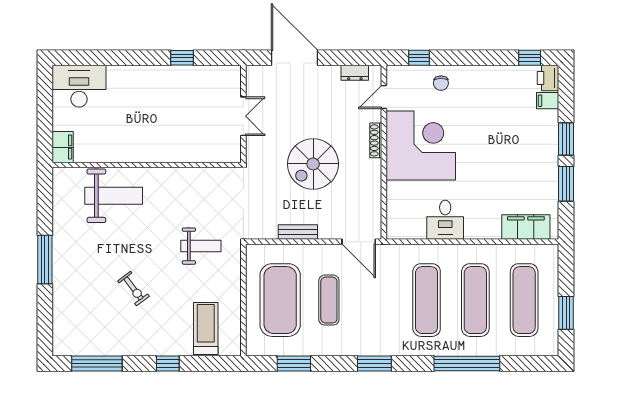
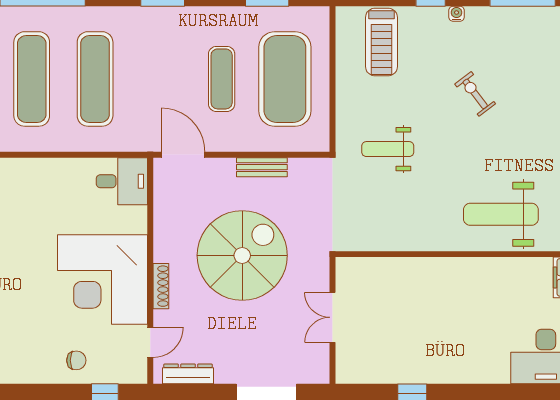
dresser: (355, 73) -> (188, 374), width x1.44
chair: (441, 83) -> (76, 360), turned 90
spiral stairs: (313, 164) -> (242, 255), width x1.37, depth x1.37
desk: (445, 220) -> (122, 181), moved, turned 90
water cooler: (148, 350) -> (457, 14), added

